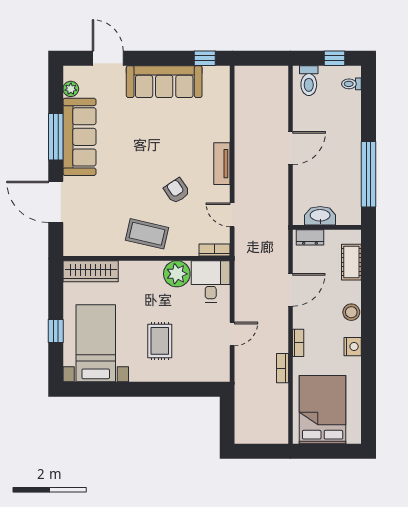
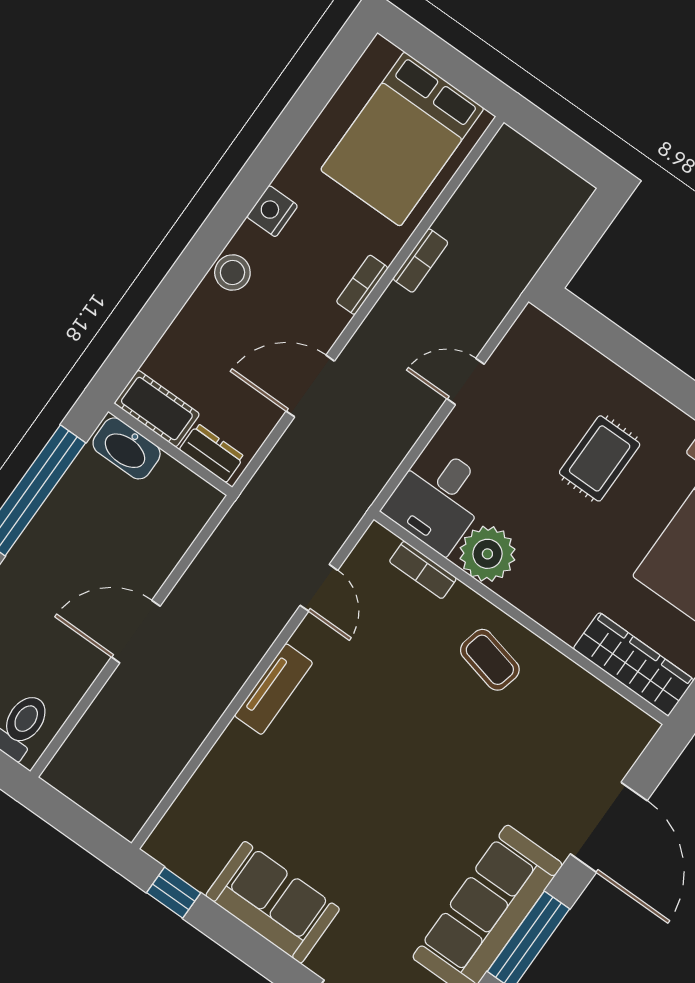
sofa: (164, 82) -> (273, 902), width x0.73
armchair: (177, 191) -> (385, 698), removed
washbasin: (320, 216) -> (127, 448), moved
coffee table: (147, 234) -> (490, 660), width x0.73, depth x0.77
bookcase: (215, 250) -> (423, 570), moved
cot: (351, 262) -> (157, 409), moved, turned 90

